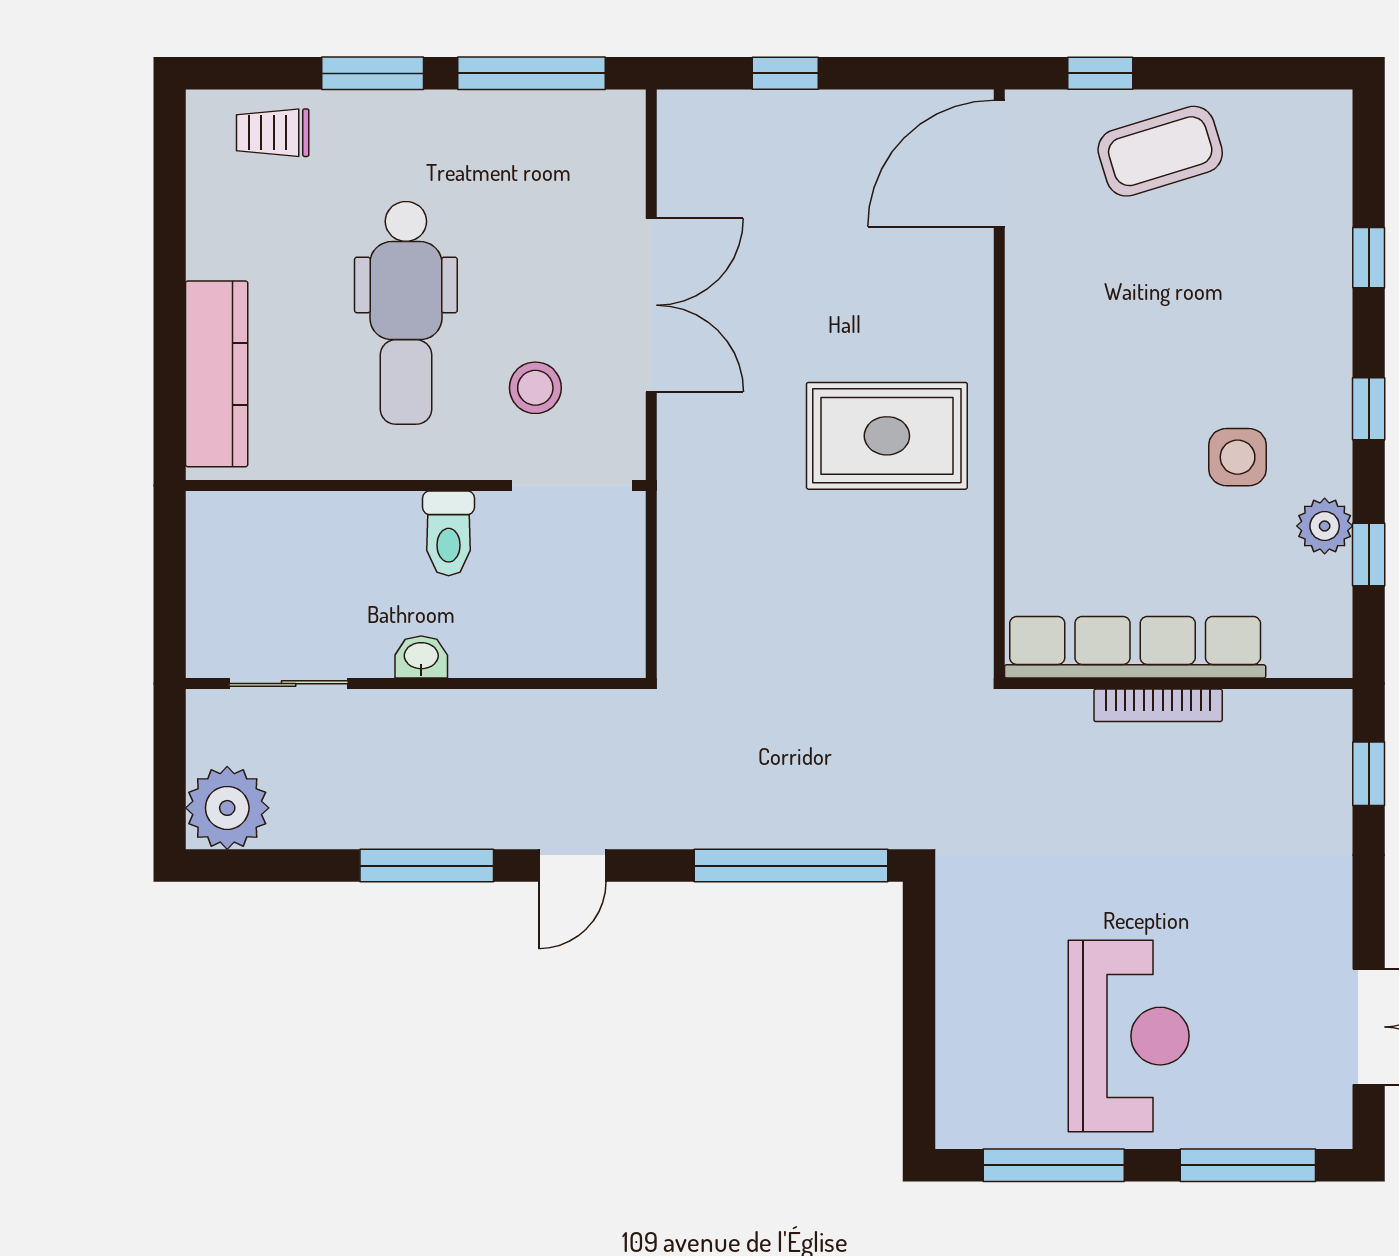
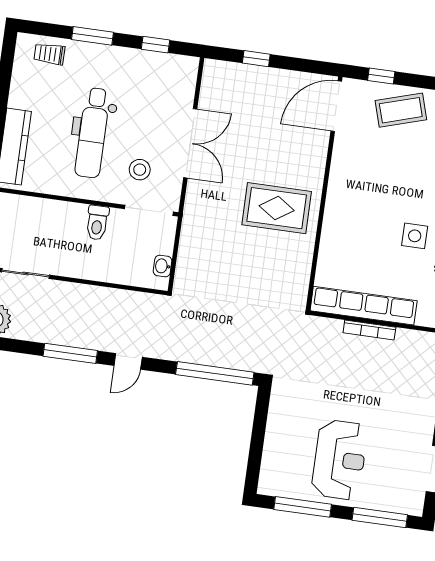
window: (532, 73) -> (156, 45), width x0.46
washbasin: (421, 657) -> (163, 266), moved, turned -90

